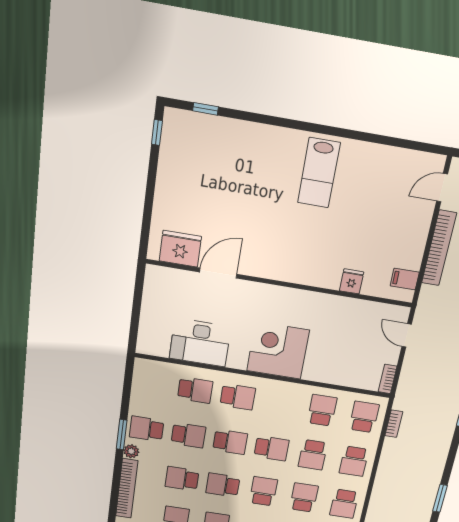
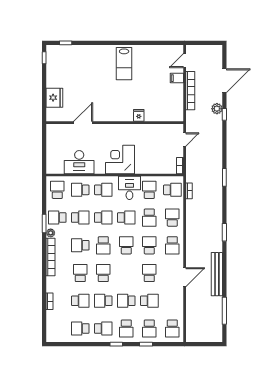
fridge: (180, 249) -> (54, 98), moved, turned 90
filing cabinet: (405, 279) -> (177, 78), moved
fridge: (352, 281) -> (139, 115), moved
door: (407, 335) -> (185, 139), swing flipped
school desk: (152, 383) -> (57, 190), added
school desk: (195, 390) -> (80, 190), turned 180
desk: (286, 401) -> (129, 188), added
school desk: (364, 417) -> (172, 190), turned 90
school desk: (354, 461) -> (172, 218), turned 180
school desk: (223, 485) -> (103, 245), turned -90

